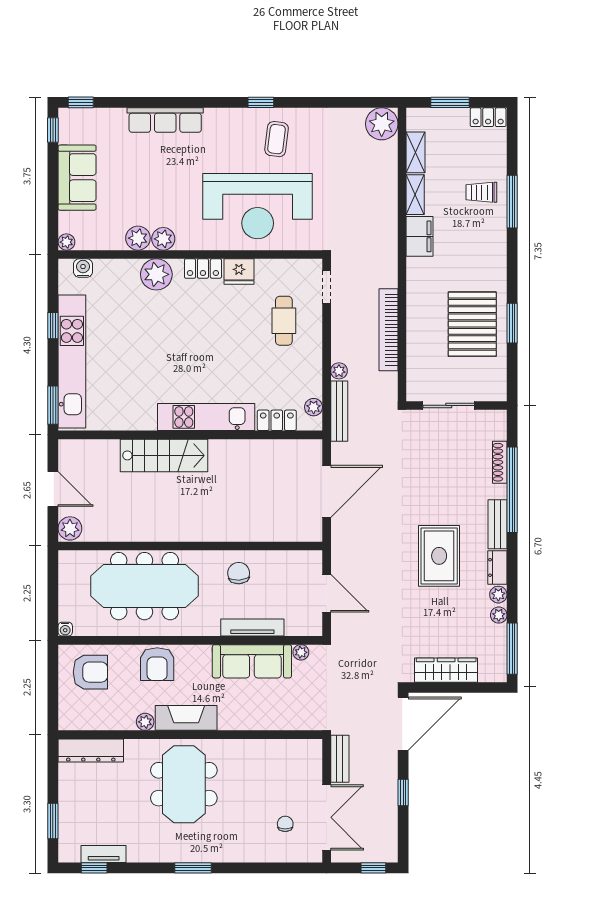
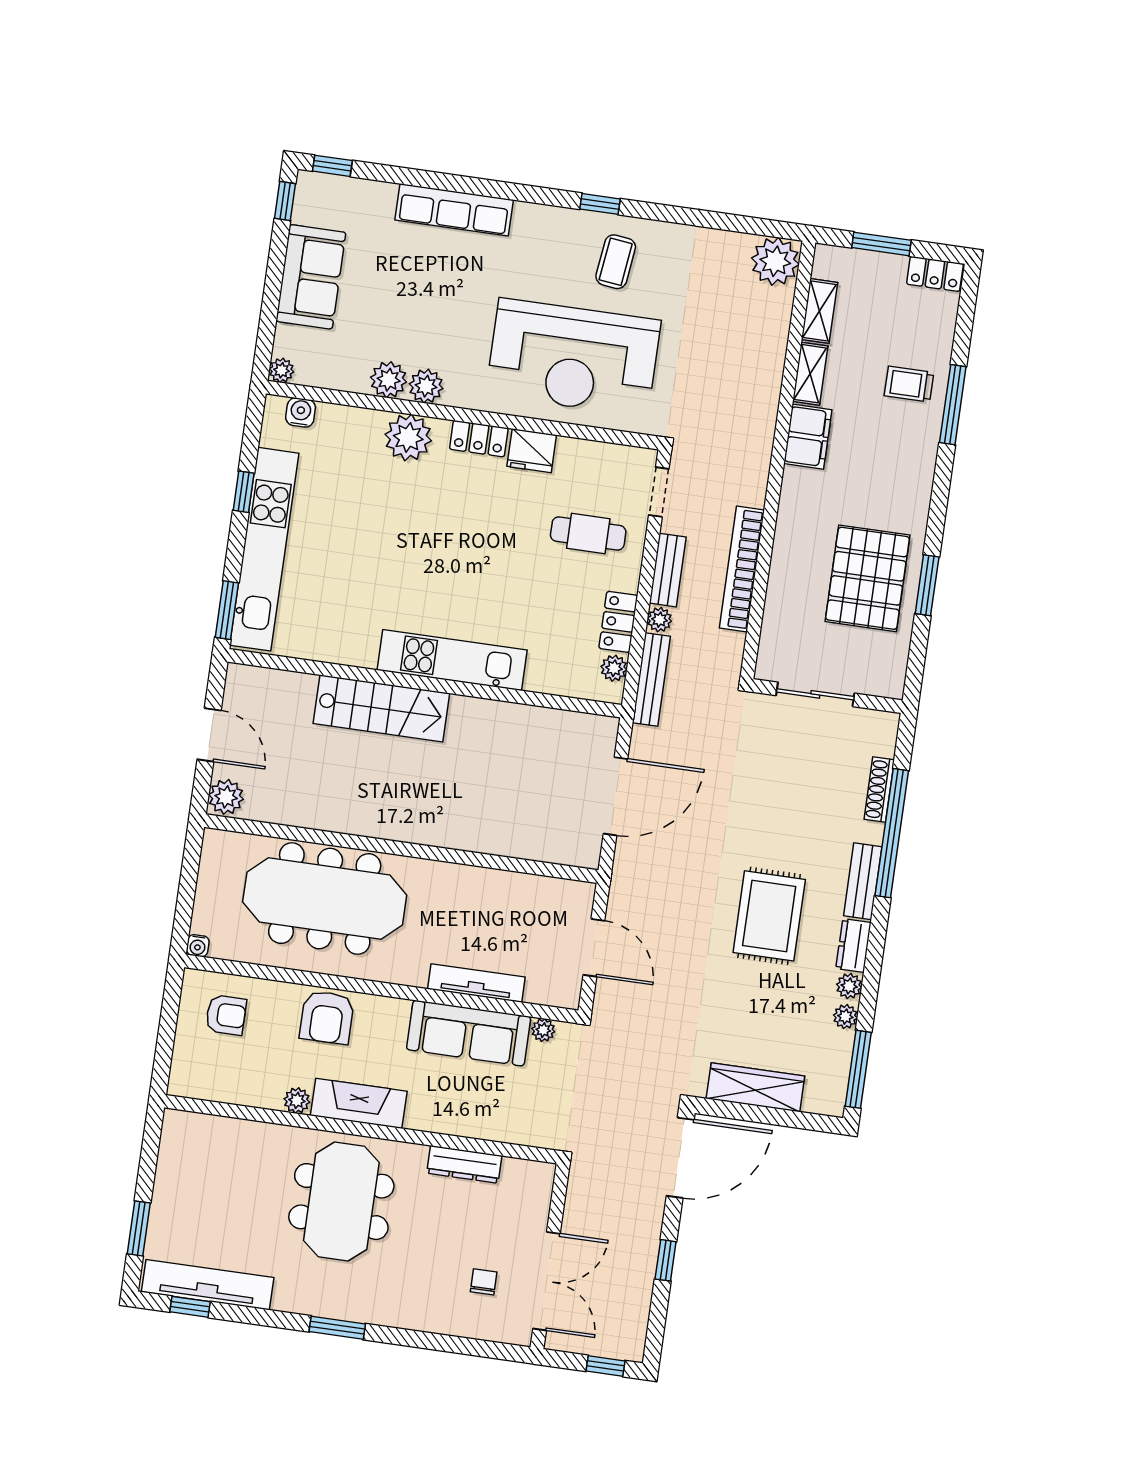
cafe table: (284, 321) -> (588, 533), turned 90
locker: (277, 420) -> (618, 622), moved, turned -90
chair: (239, 573) -> (467, 899), removed
armchair: (90, 672) -> (226, 1015), width x0.72, depth x0.72
dresser: (91, 751) -> (464, 1164), moved, width x0.73, depth x0.80
bench: (340, 759) -> (668, 570), moved
tv unit: (104, 854) -> (208, 1285), width x1.92, depth x1.29

